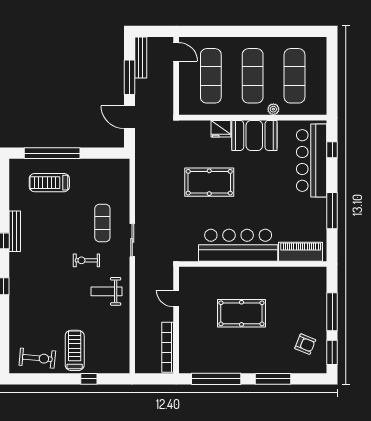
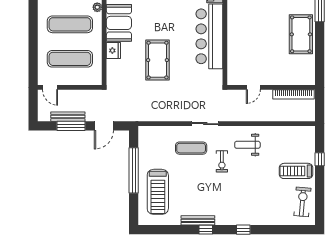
door: (176, 52) -> (50, 87), swing flipped
bench: (141, 57) -> (68, 117), moved
window: (52, 153) -> (134, 170), moved
treadmill: (49, 183) -> (158, 192), width x1.37, depth x1.38
weight bench: (106, 291) -> (247, 145), turned 90
pool table: (241, 313) -> (301, 34), moved
window: (216, 379) -> (320, 54), removed

